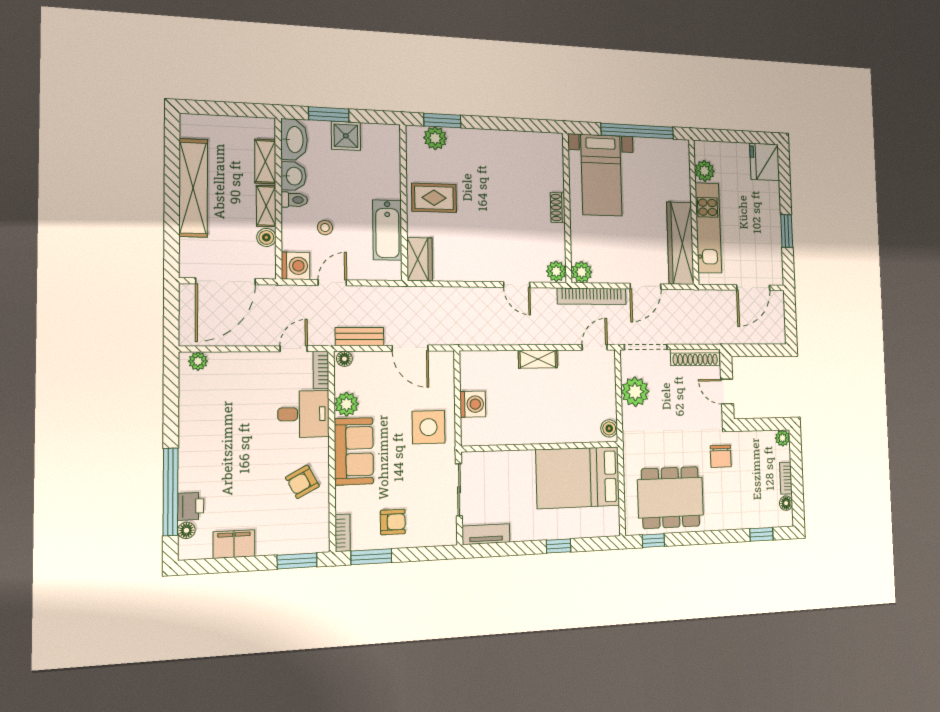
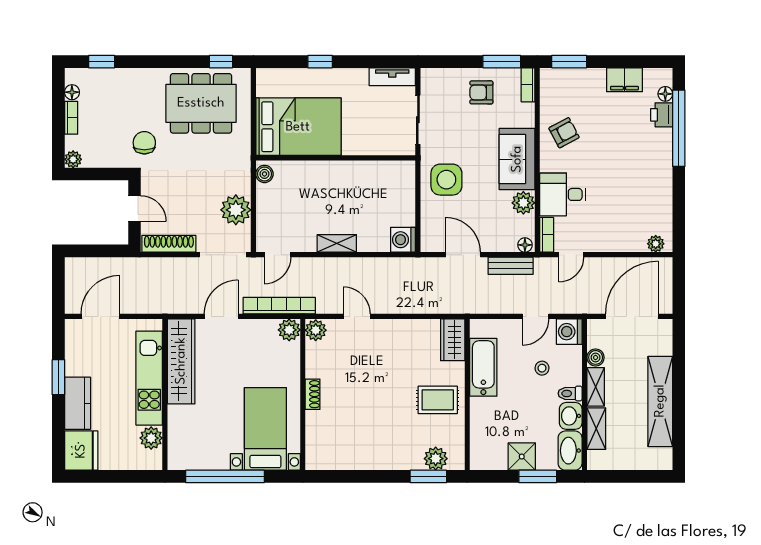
kitchen counter: (769, 206) -> (78, 403), added
washing machine: (473, 404) -> (403, 240), moved

